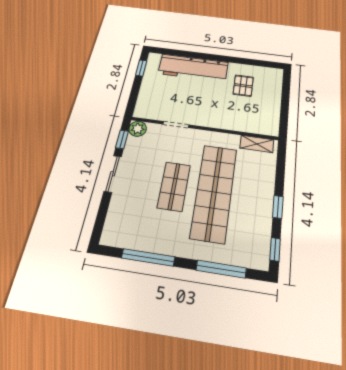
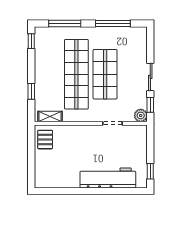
pallet: (243, 86) -> (45, 140), moved
shop shelf: (174, 186) -> (105, 74), width x1.43, depth x1.36
window: (278, 207) -> (31, 91), moved

